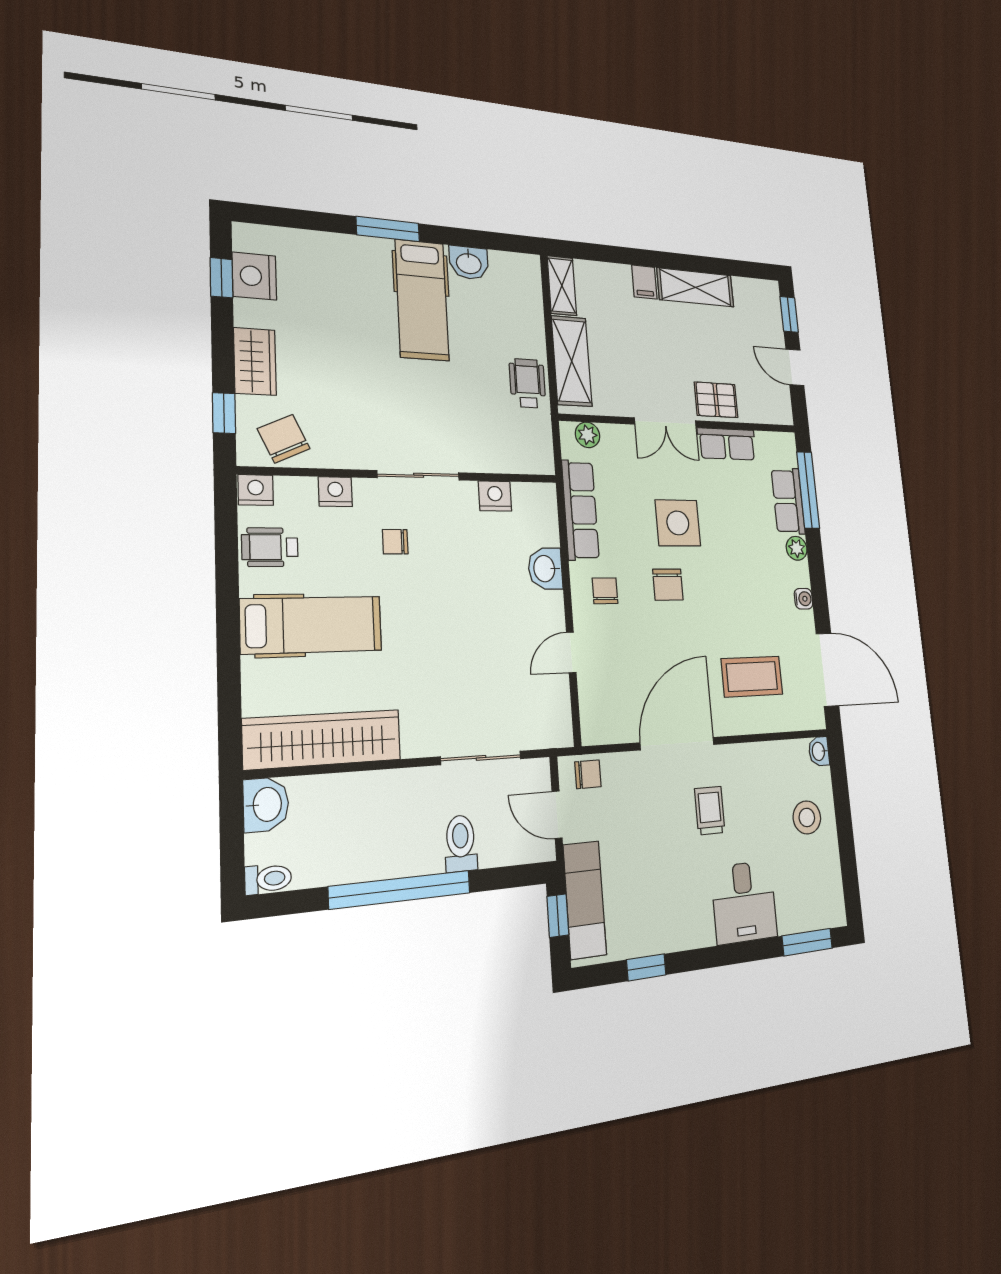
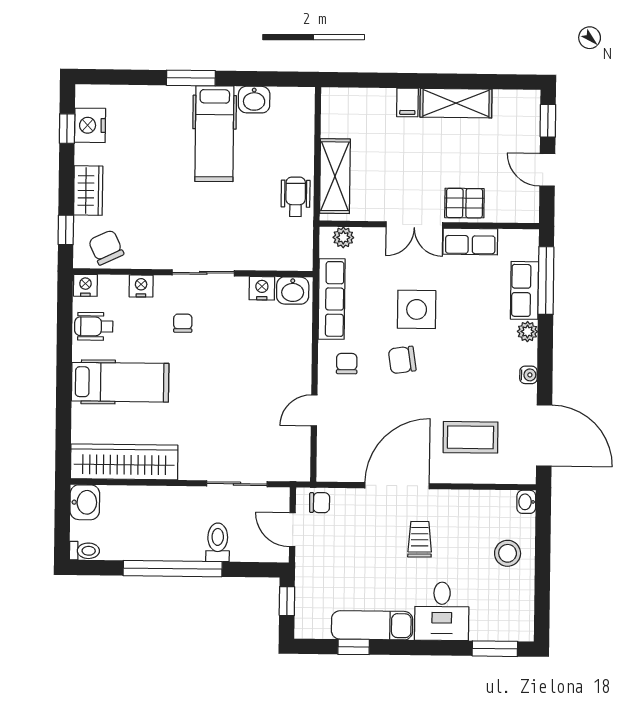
shelving: (562, 286) -> (332, 112), removed
chair: (395, 542) -> (183, 323), turned 90
washbasin: (545, 569) -> (293, 291), moved, turned -90
chair: (668, 585) -> (402, 360), turned 82
exam couch: (585, 900) -> (372, 625), moved, turned -90

